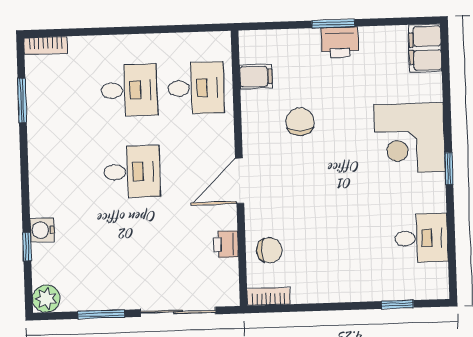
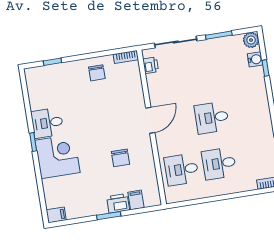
printer: (340, 42) -> (118, 203), moved
filing cabinet: (425, 48) -> (56, 215), width x0.50
filing cabinet: (256, 76) -> (136, 200), moved, turned 90
water cooler: (42, 230) -> (255, 59), moved
desk: (421, 238) -> (47, 123), moved
printer: (226, 244) -> (151, 65), moved
chair: (269, 250) -> (97, 73), moved, turned -90

